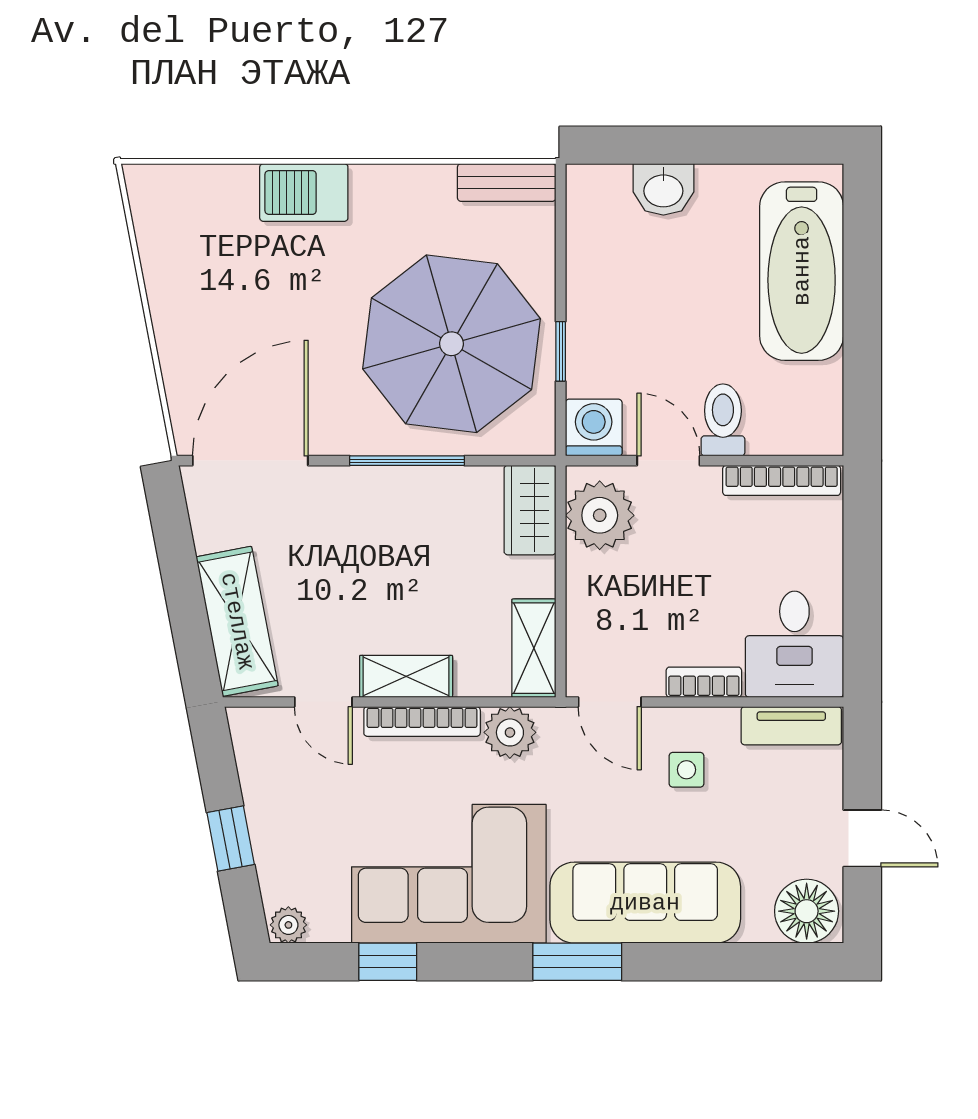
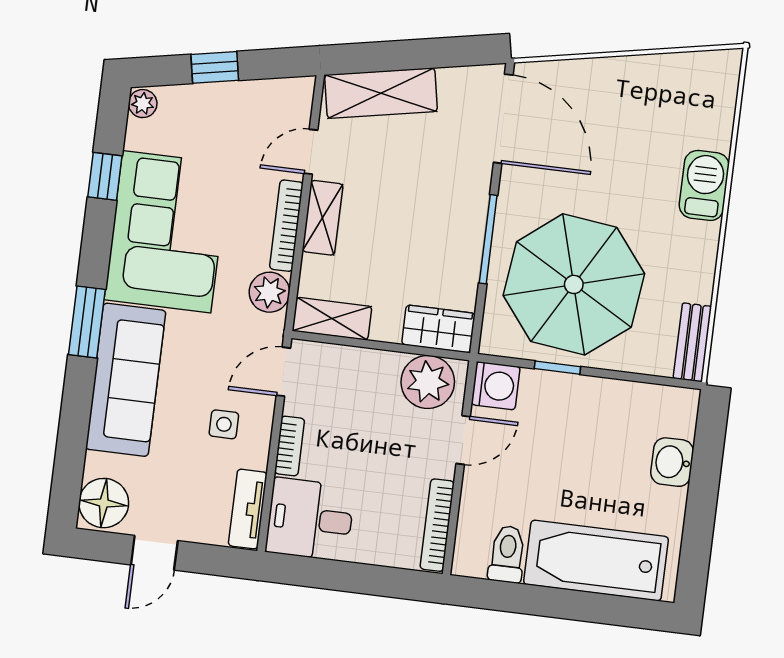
toilet: (723, 420) -> (507, 554), moved, turned -90

